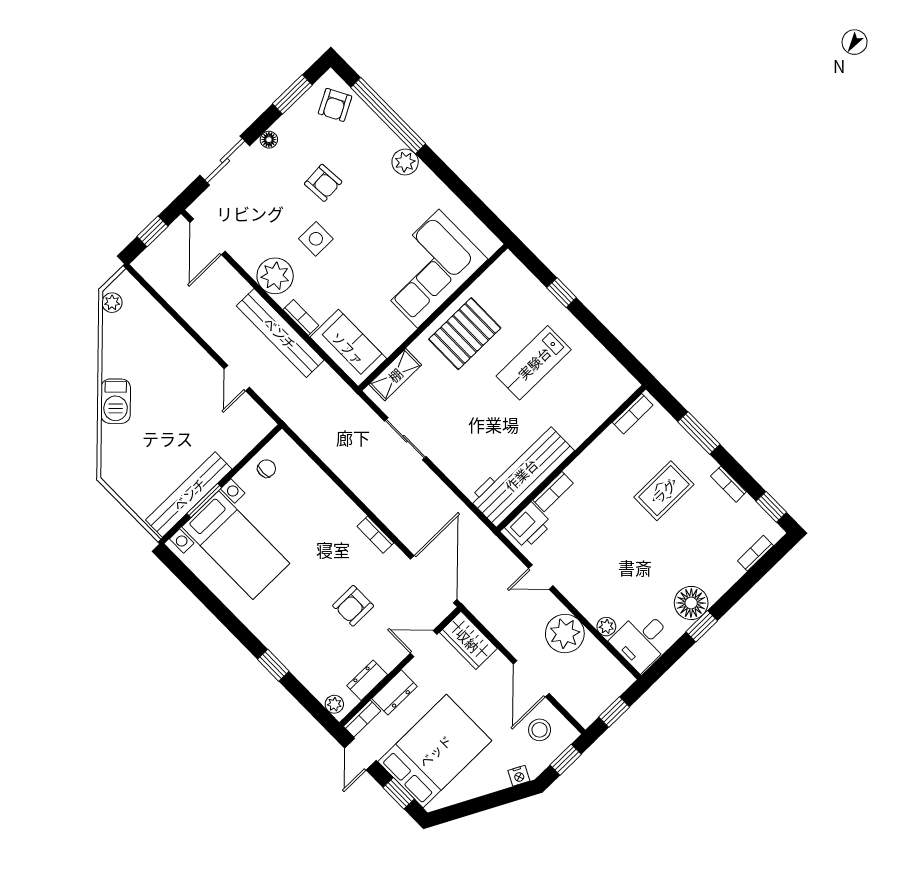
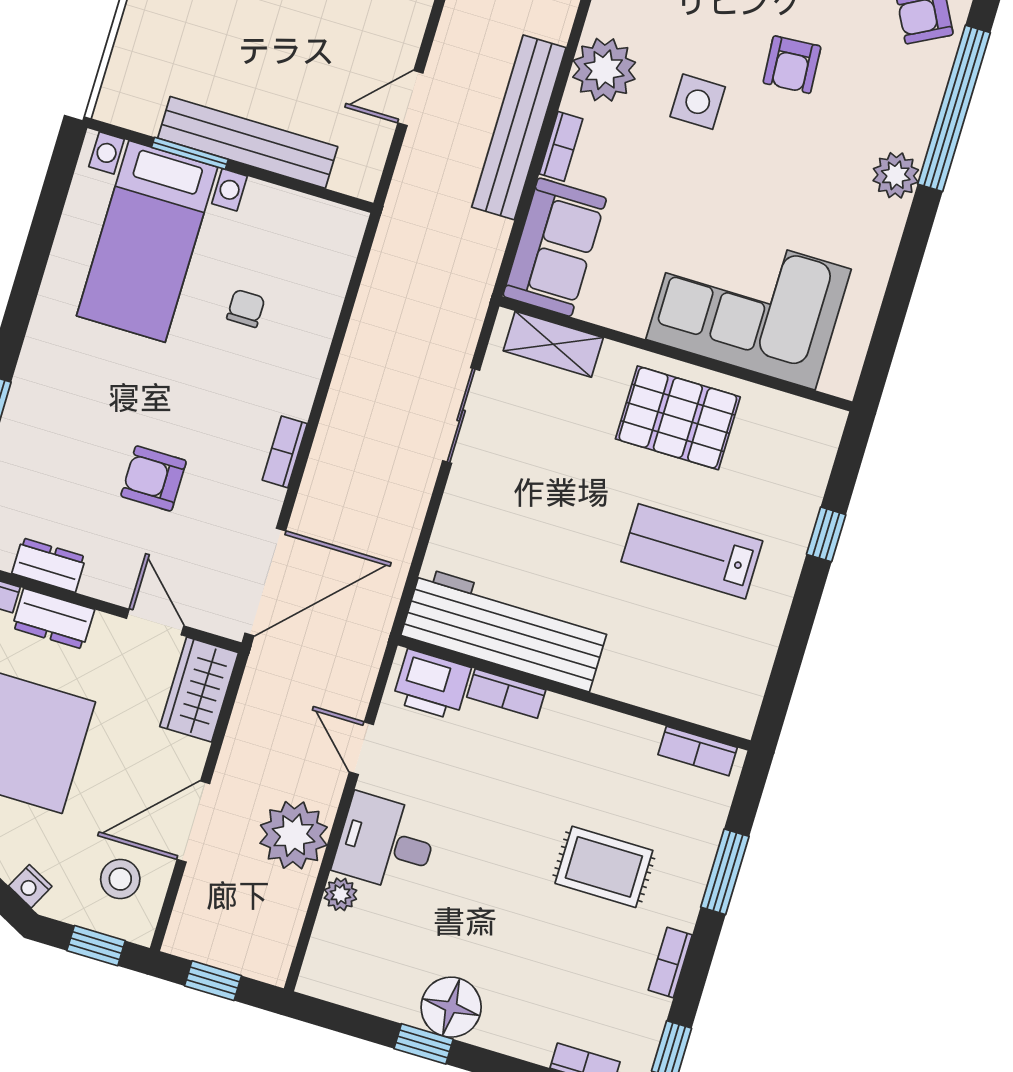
chair: (267, 469) -> (246, 308), moved, turned -90
bench: (189, 494) -> (248, 142), moved
desk: (642, 640) -> (386, 843), moved

